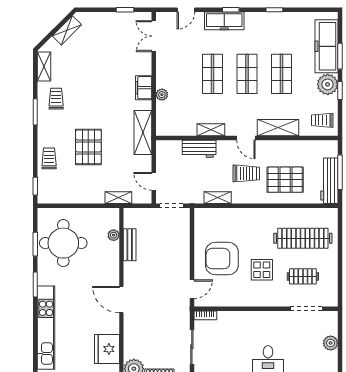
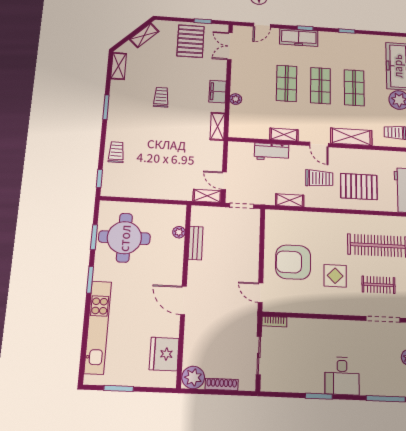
trolley: (56, 99) -> (161, 97), moved
shelving: (143, 132) -> (217, 126), width x0.67, depth x0.75
pallet: (88, 147) -> (191, 41), moved
shelving: (118, 198) -> (207, 196), moved
door: (192, 289) -> (260, 293), swing flipped

